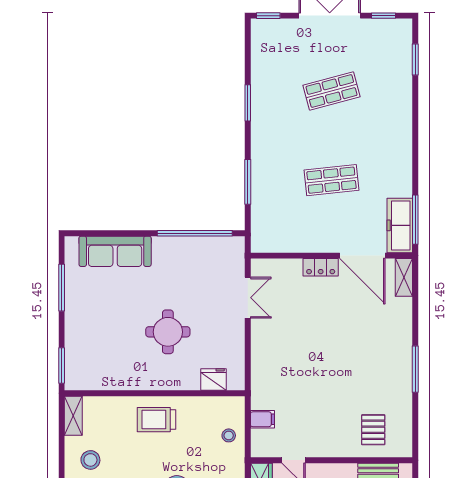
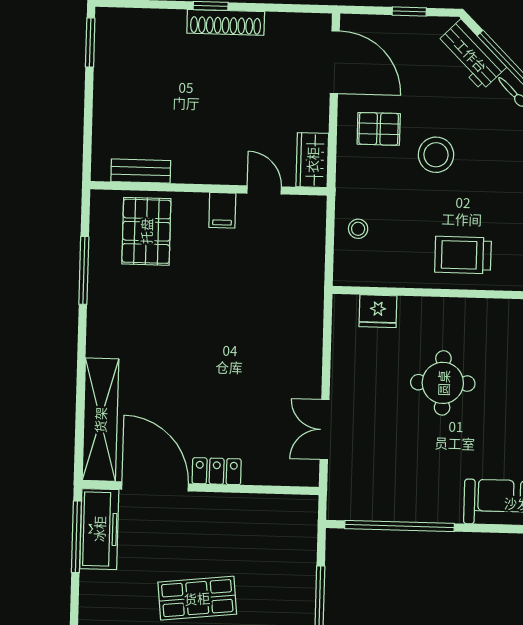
shelving: (404, 277) -> (100, 420), width x2.20, depth x1.33
window: (415, 369) -> (84, 270), moved
filing cabinet: (262, 419) -> (222, 210), moved, turned -90
trolley: (156, 420) -> (463, 255), turned 180
pallet: (373, 430) -> (146, 231), width x1.50, depth x1.42

